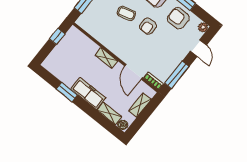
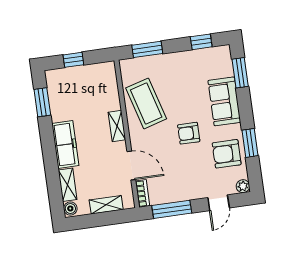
coffee table: (126, 13) -> (146, 103), moved, width x1.86, depth x1.72
armchair: (178, 18) -> (227, 154), turned -90
window: (57, 36) -> (73, 60), moved
door: (134, 72) -> (131, 165), swing flipped
window: (67, 92) -> (42, 102), moved

